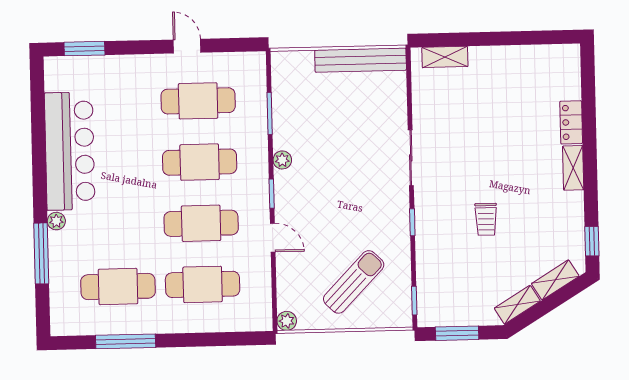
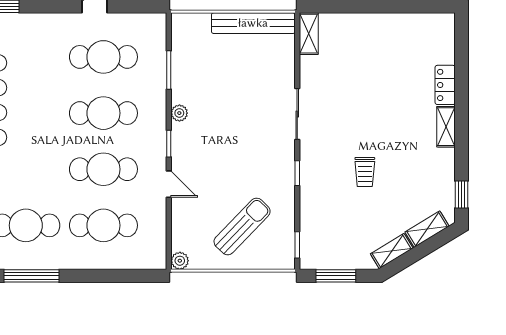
shelving: (445, 57) -> (309, 34), moved, turned 90

